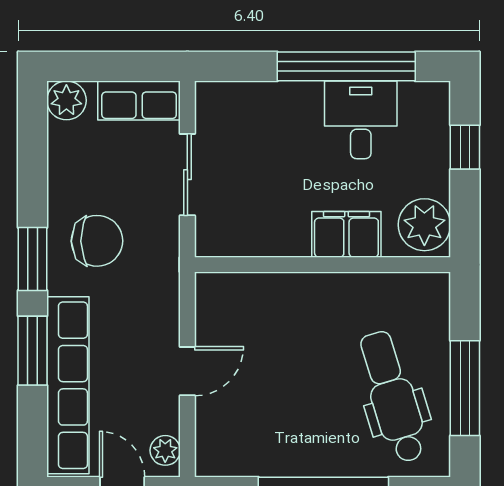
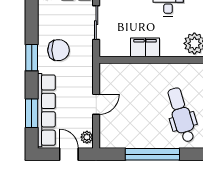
filing cabinet: (346, 234) -> (145, 47), moved
window: (33, 351) -> (32, 113), moved

